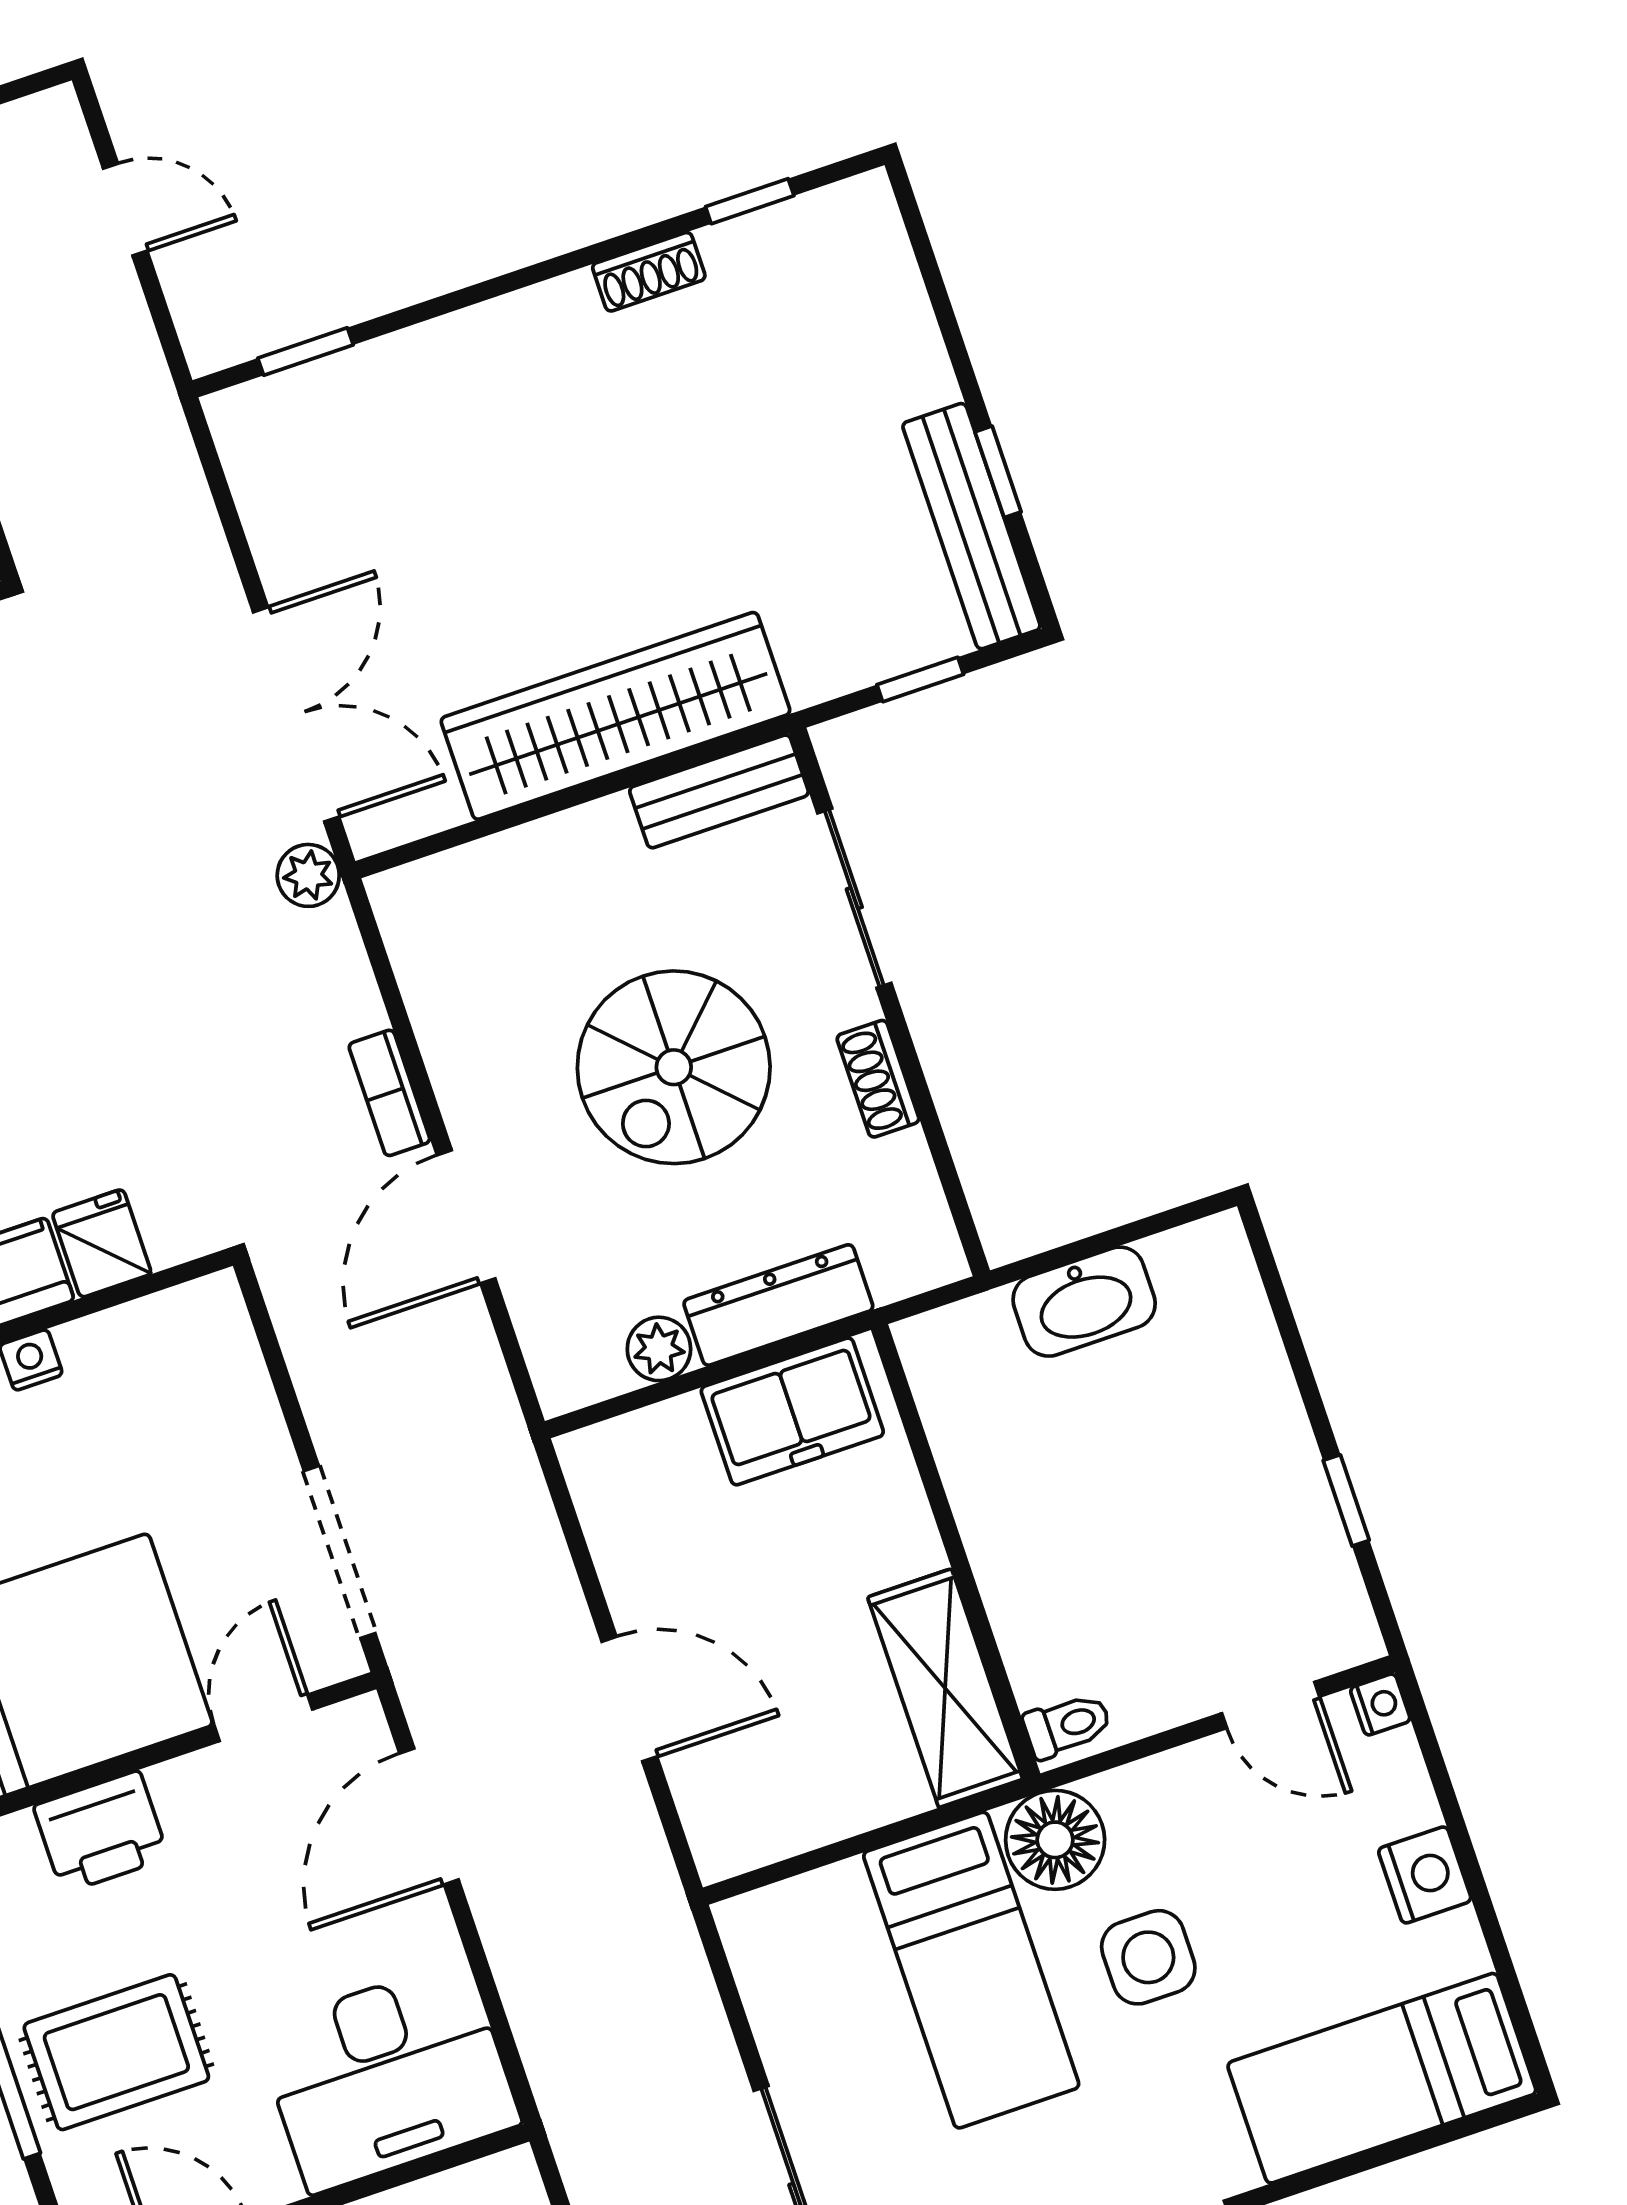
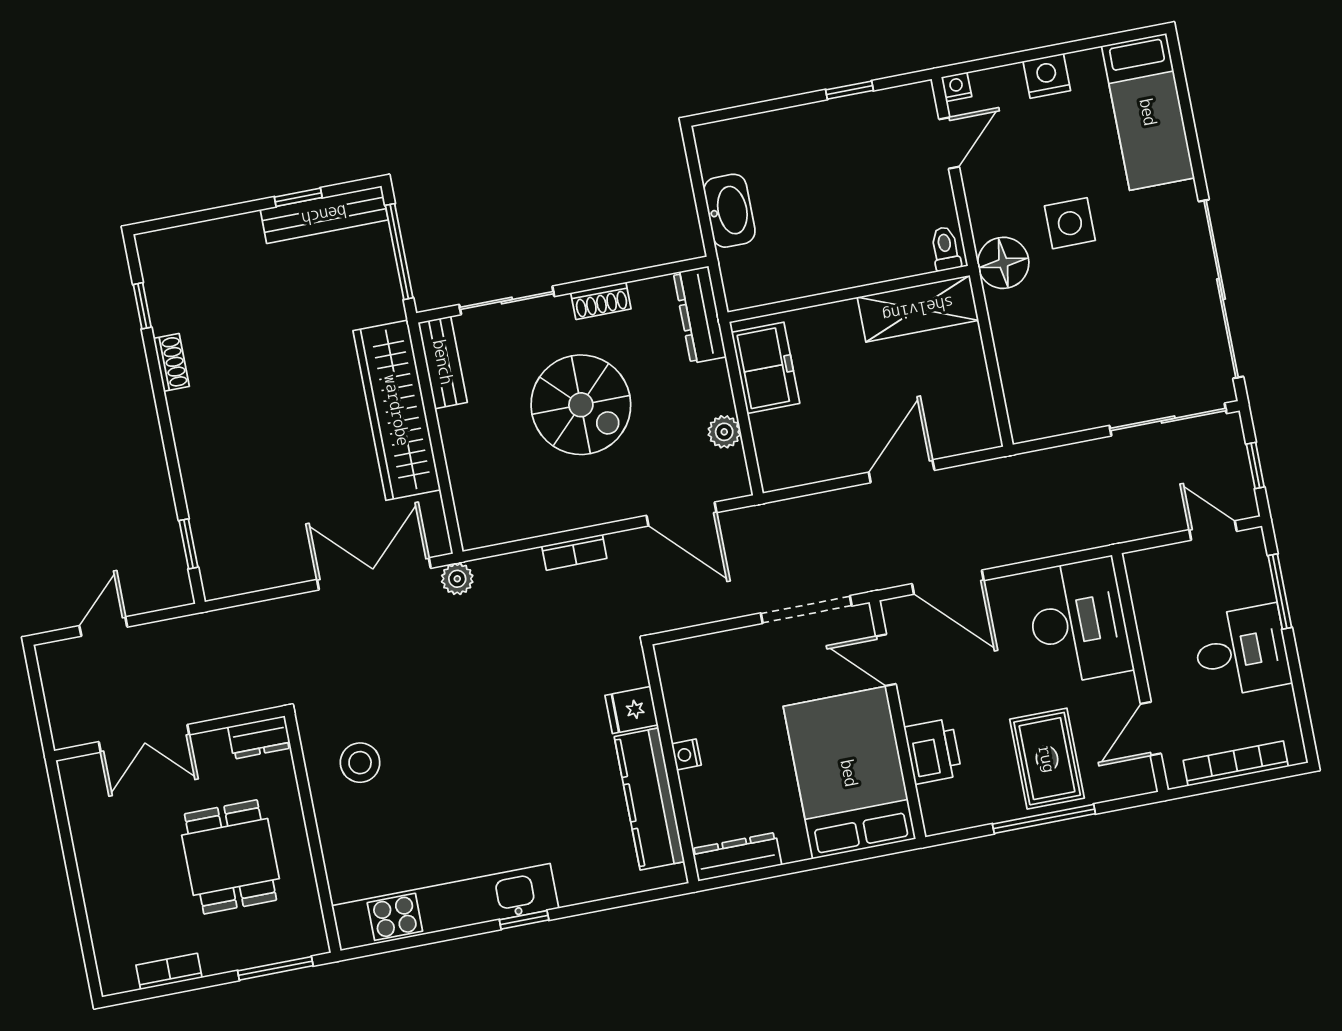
window: (920, 679) -> (399, 252), width x2.17
door: (466, 1217) -> (681, 514), moved
dresser: (778, 1305) -> (700, 315), moved
bed: (971, 1970) -> (1064, 315), removed

